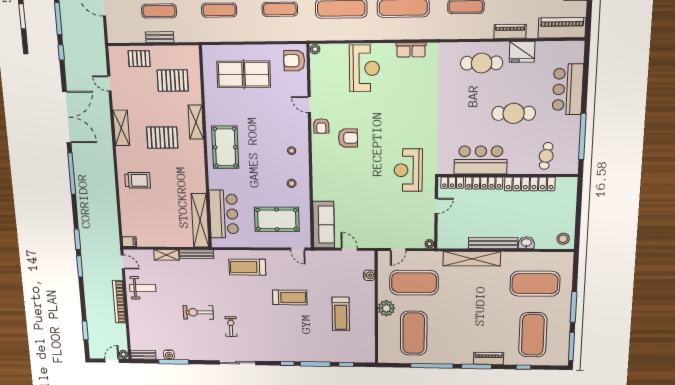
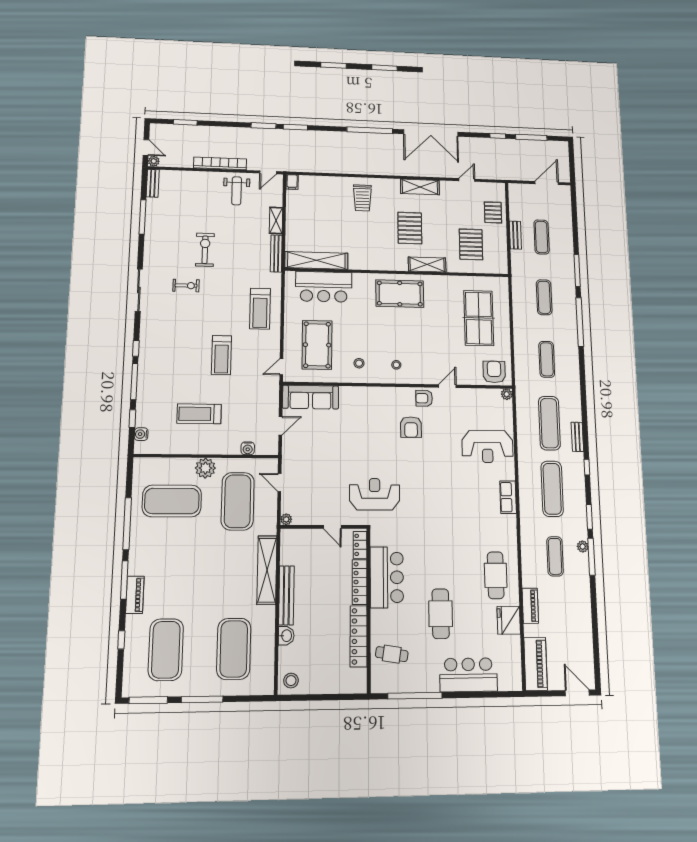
treadmill: (247, 267) -> (260, 309), turned 180
exercise mat: (533, 335) -> (166, 650), turned 90
water cooler: (169, 355) -> (141, 434), moved

